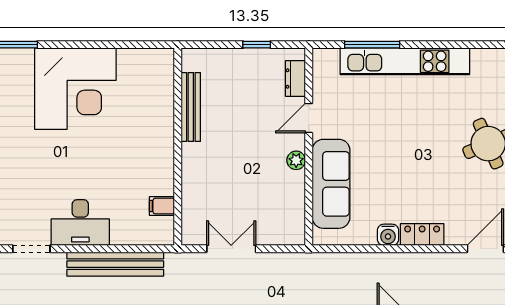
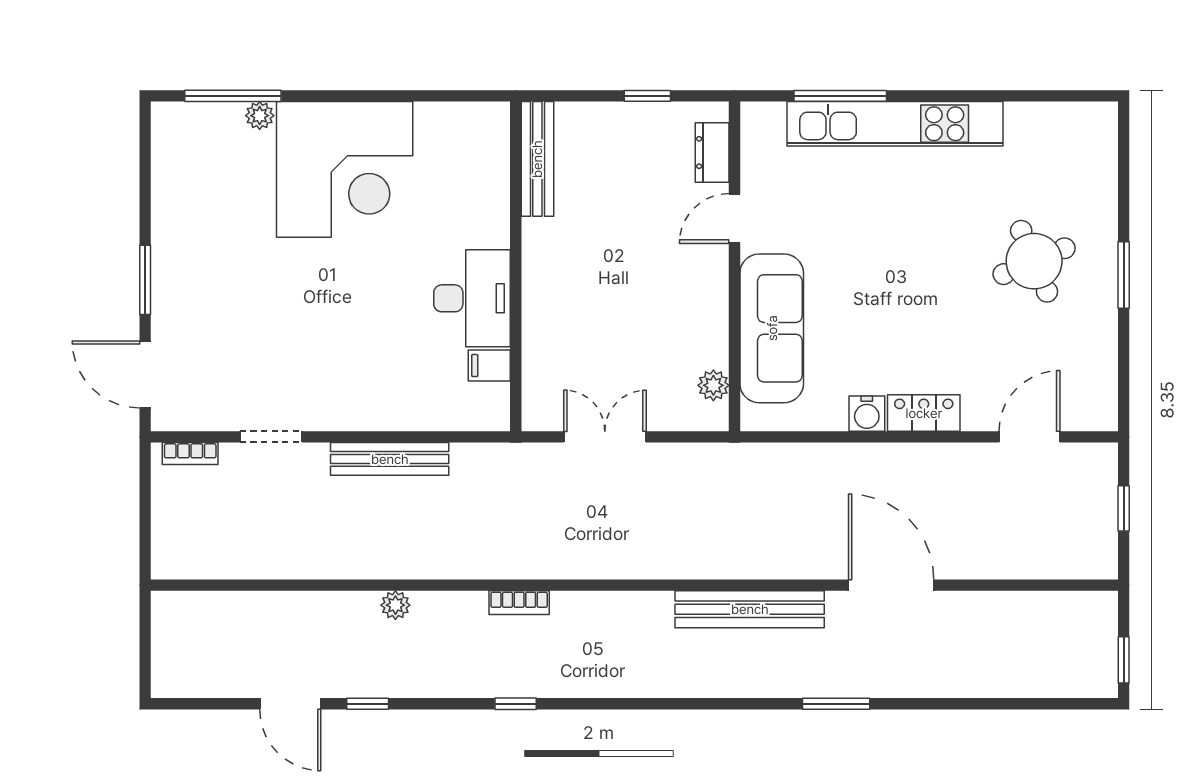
plant: (24, 56) -> (260, 116), added
bench: (191, 107) -> (537, 159), moved
plant: (296, 160) -> (713, 385), moved
desk: (80, 223) -> (472, 298), moved, turned -90
bench: (115, 264) -> (390, 459), width x0.73, depth x0.82

